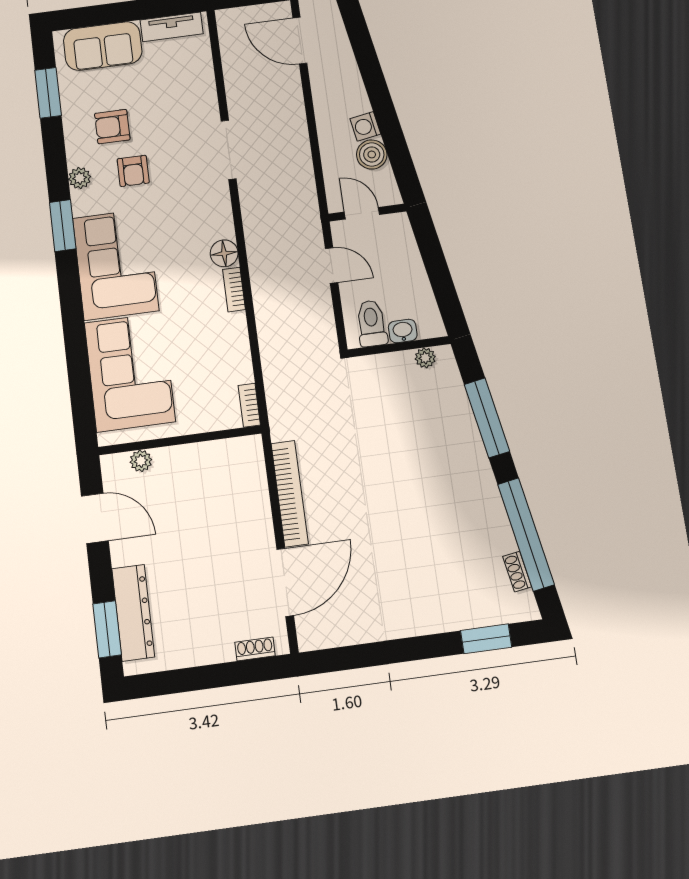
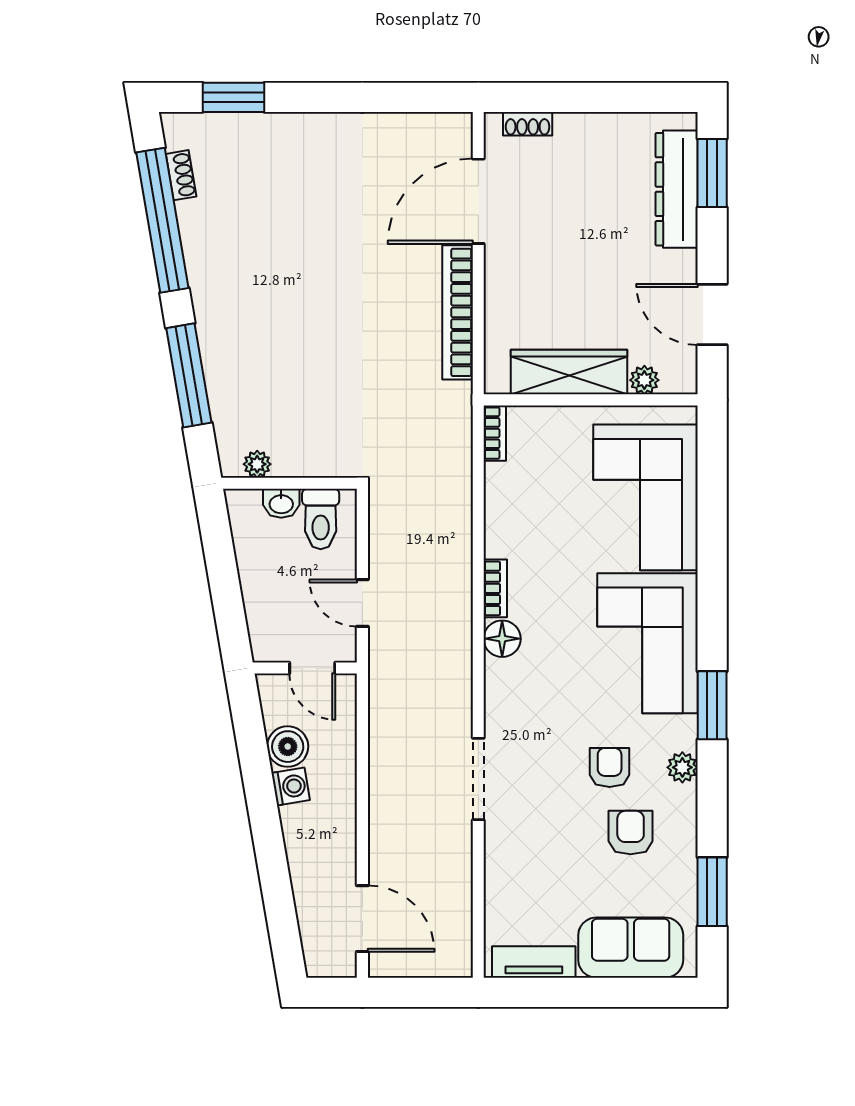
armchair: (112, 127) -> (631, 833), turned -90
wardrobe: (199, 459) -> (569, 372), added

